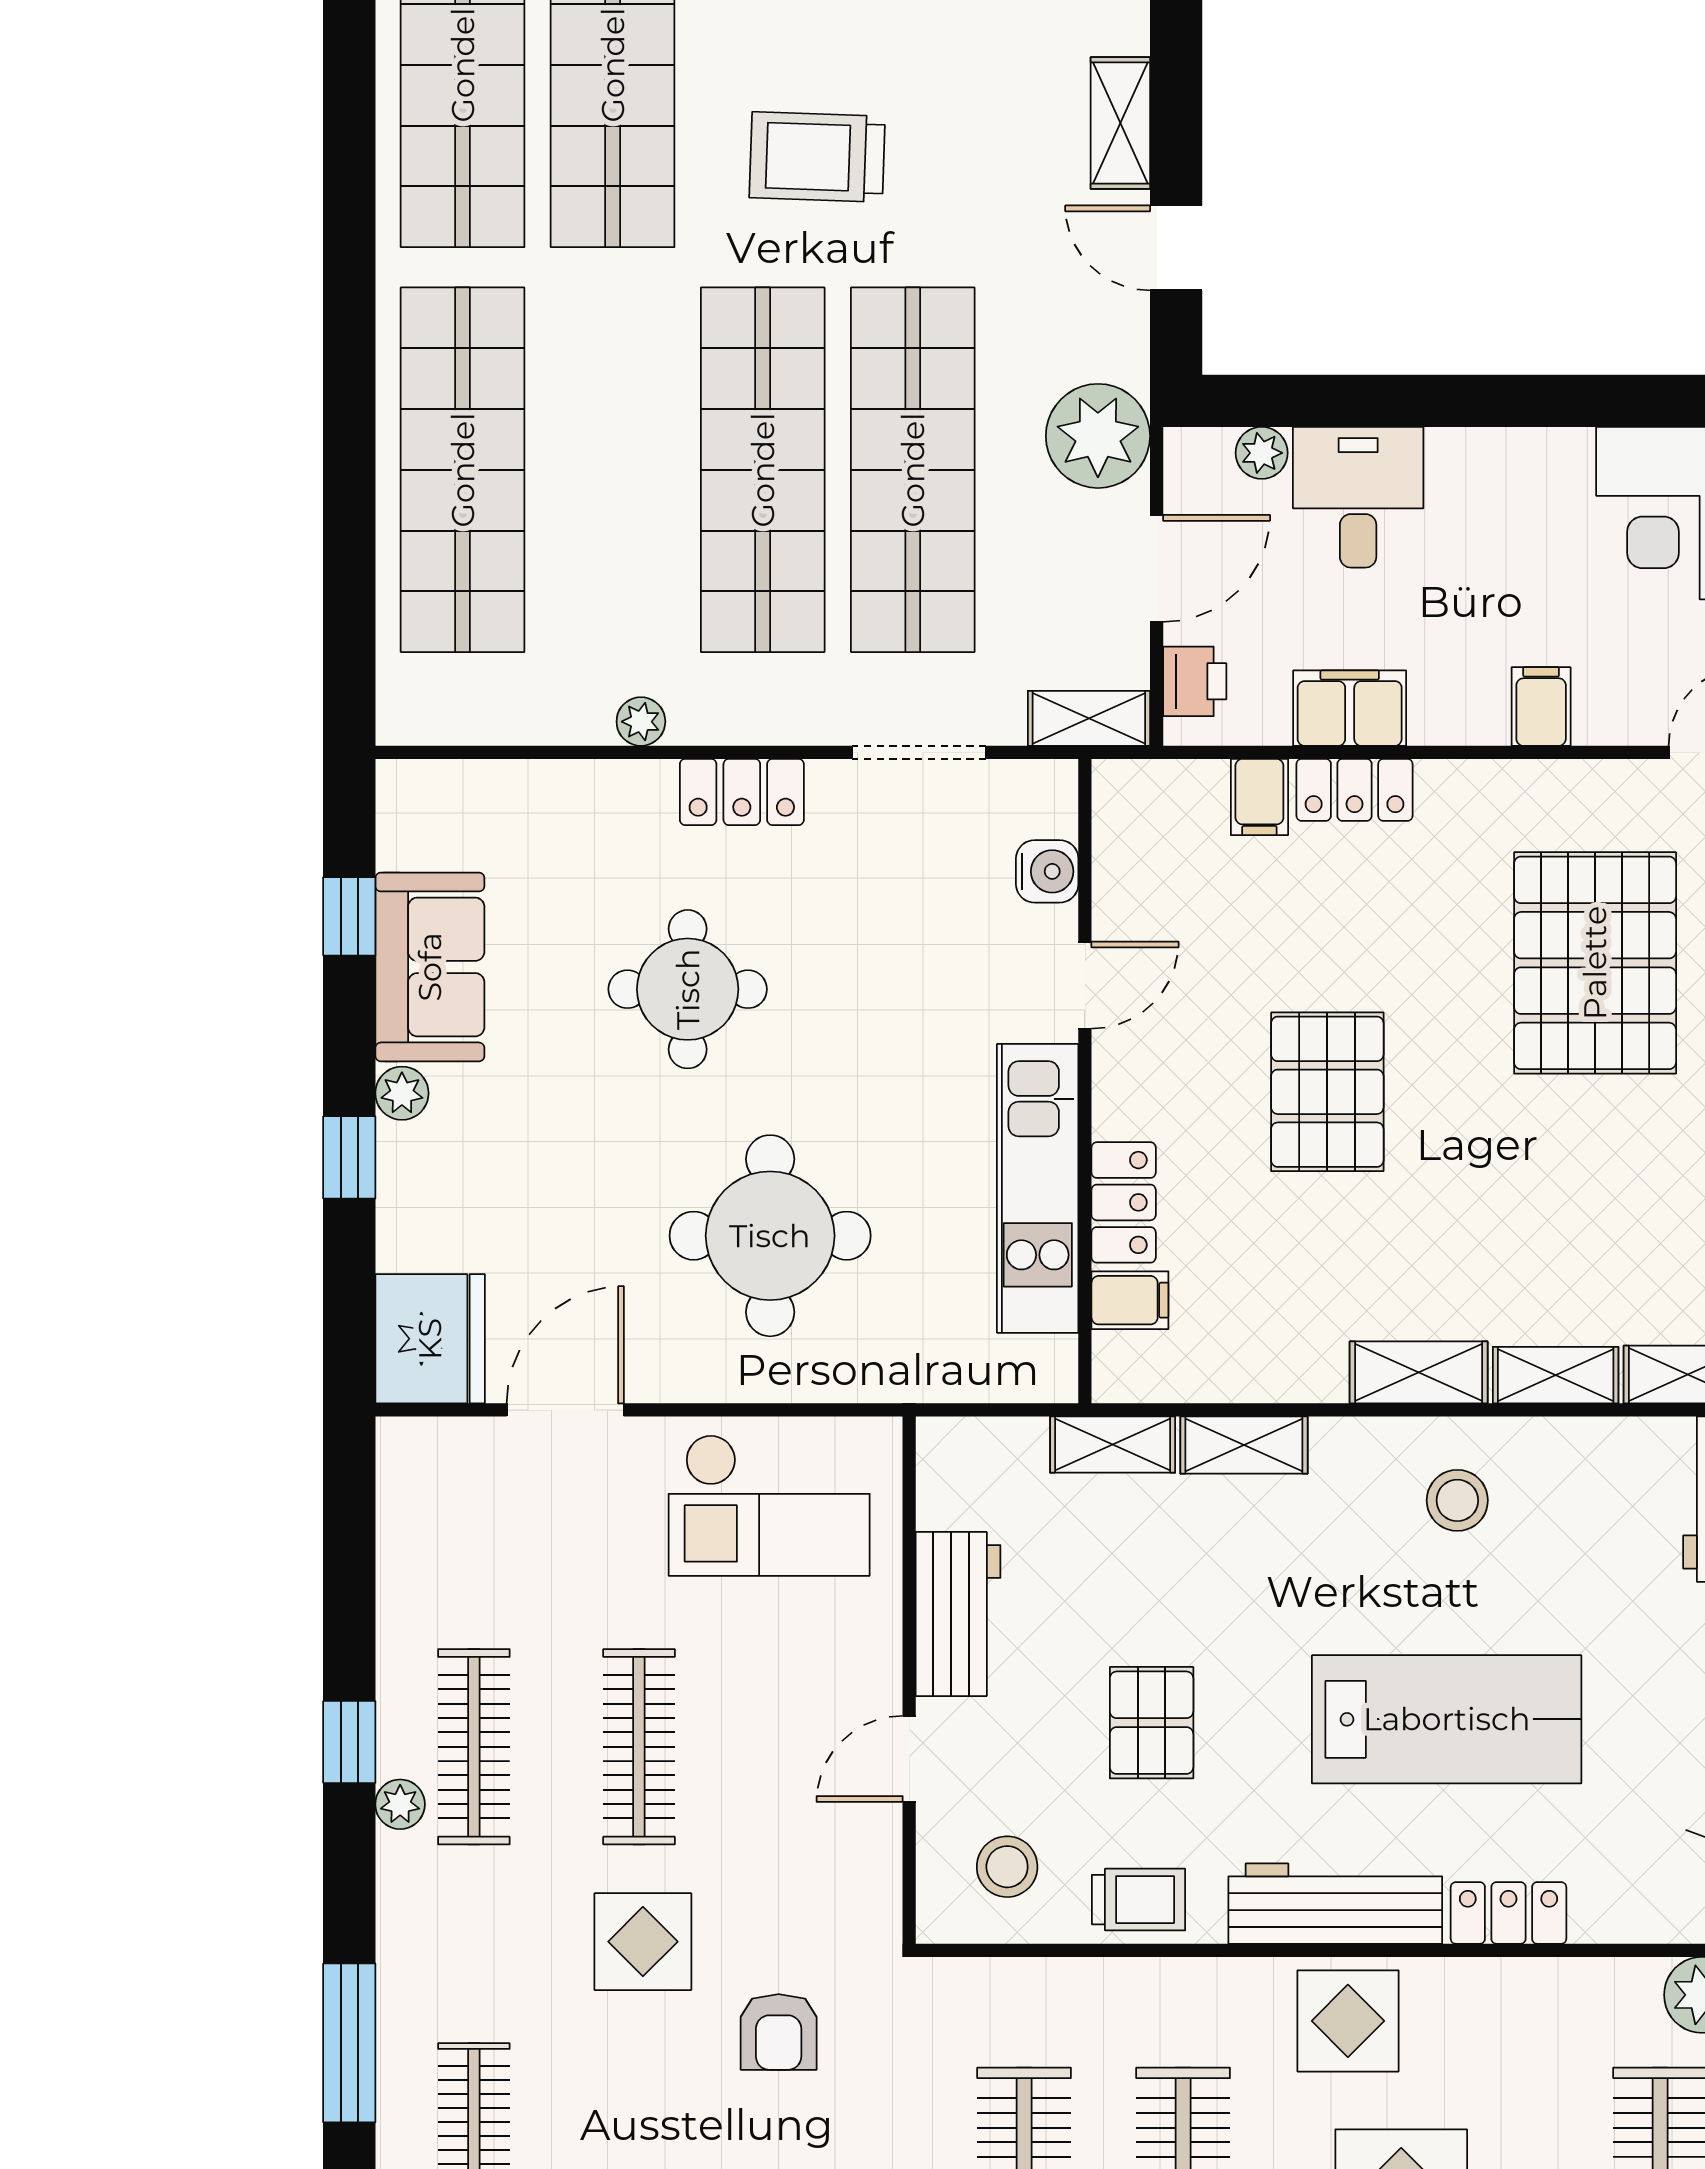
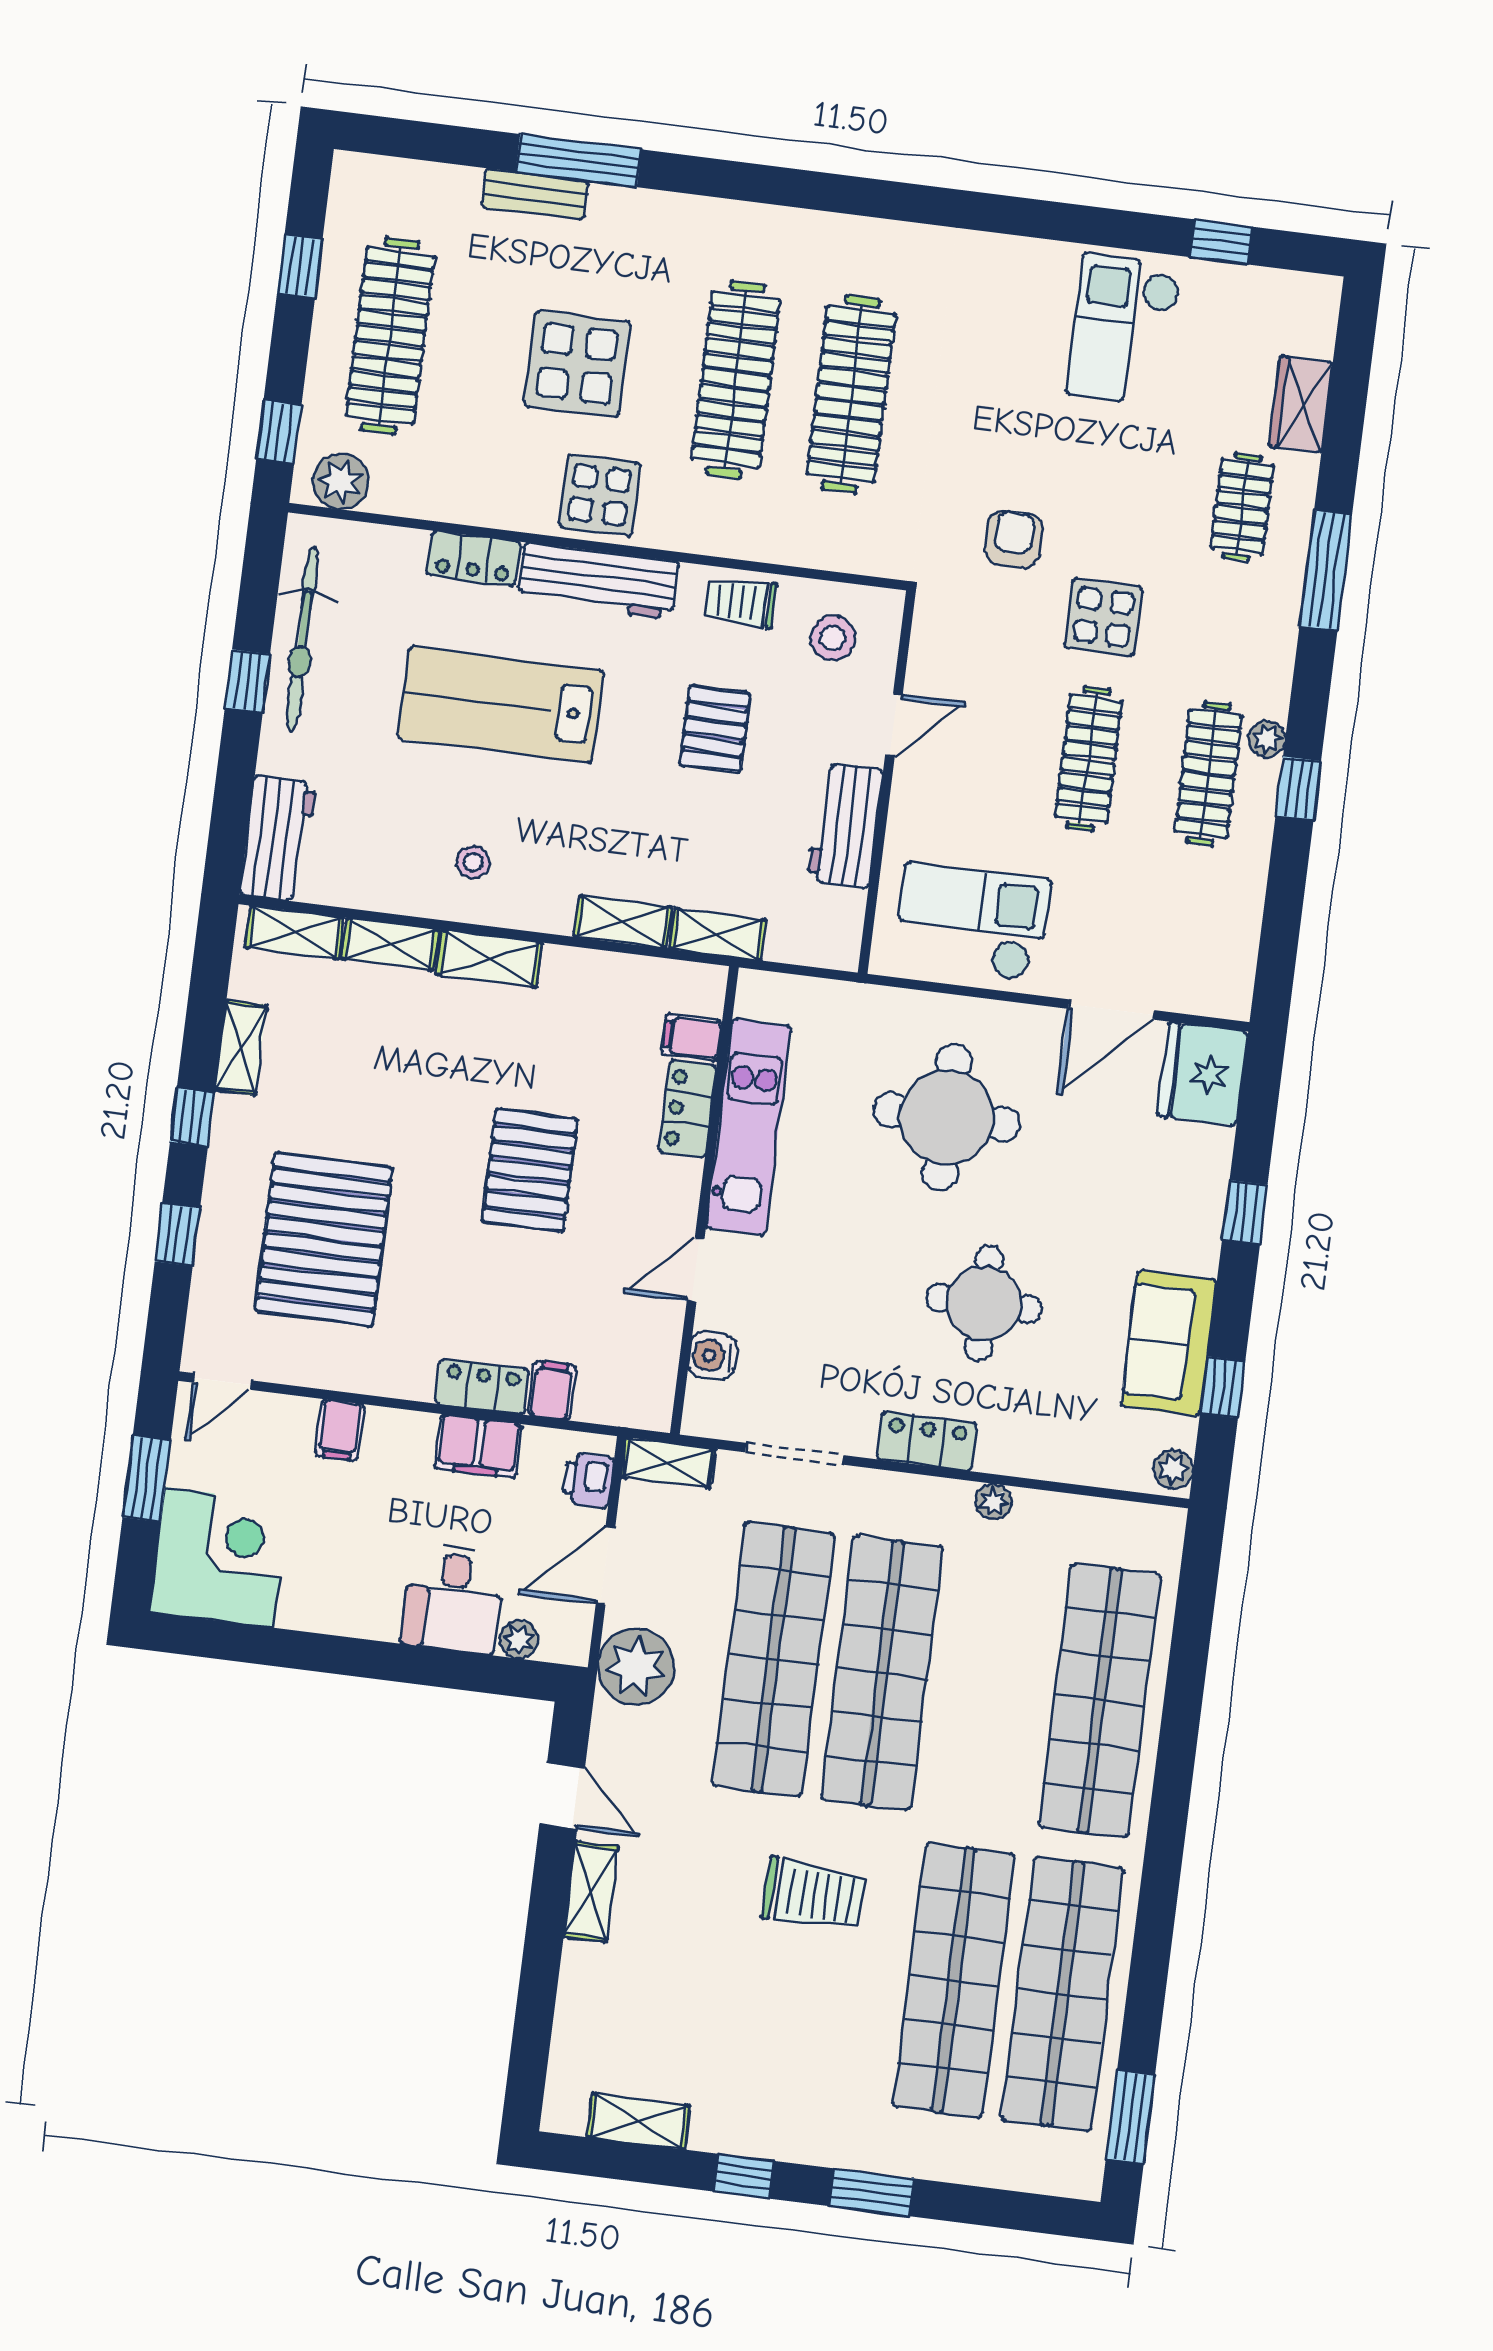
plant: (402, 1093) -> (1173, 1469), moved
stool: (1457, 1500) -> (473, 862), width x0.73, depth x0.73

